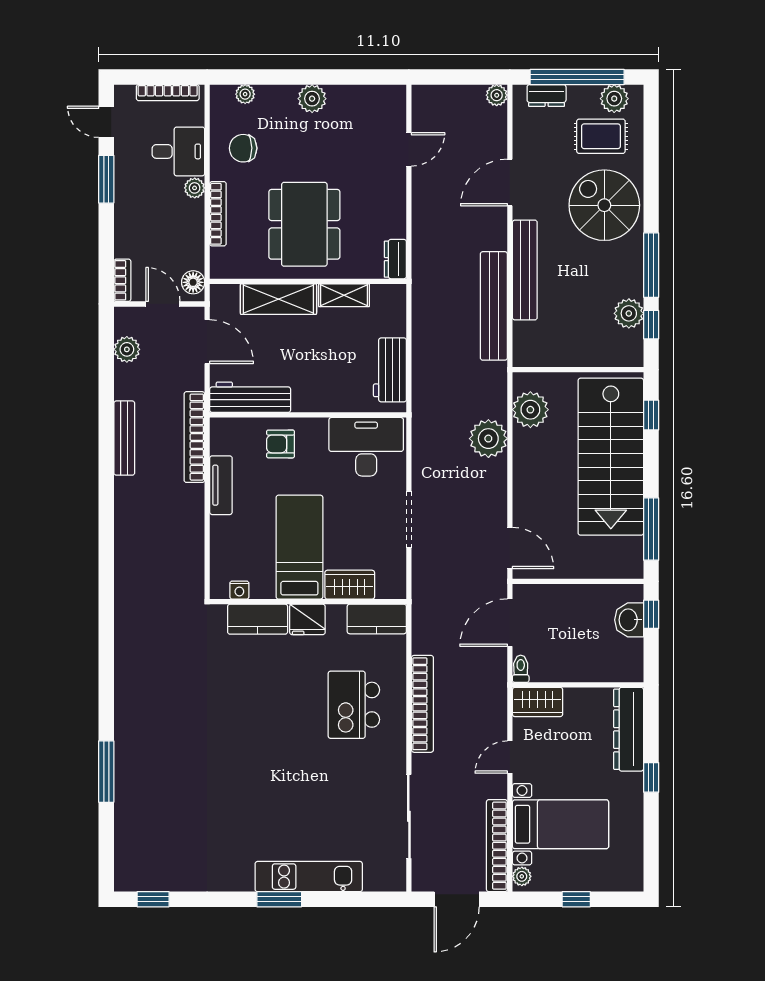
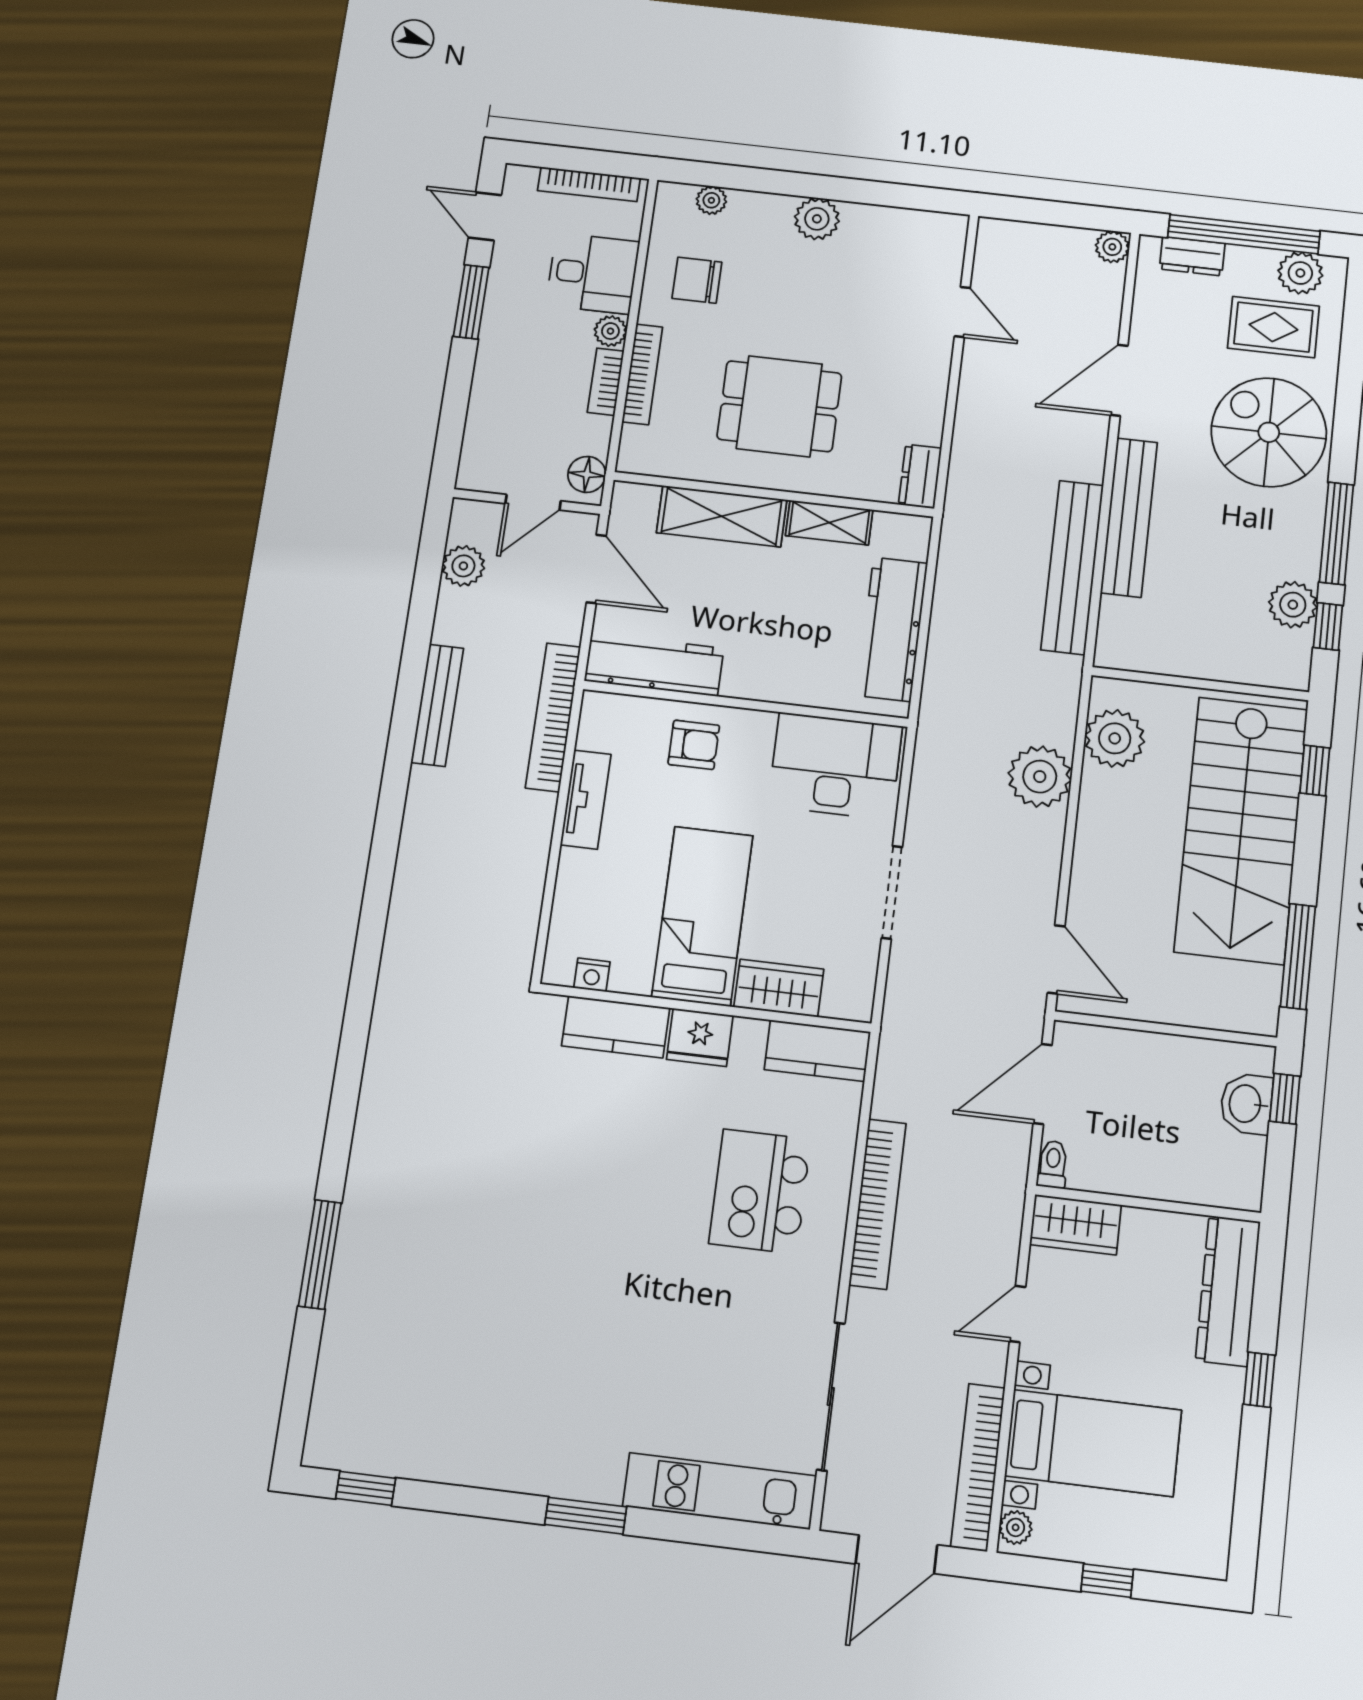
door: (409, 149) -> (962, 312), hinge flipped
dining table: (304, 224) -> (779, 406), width x0.73
bookcase: (122, 280) -> (606, 382), moved, turned 180
door: (163, 304) -> (533, 502), swing flipped
workbench: (390, 370) -> (892, 629), width x1.38
armchair: (281, 444) -> (694, 745), turned 180
kitchen unit: (309, 877) -> (720, 1491), moved

